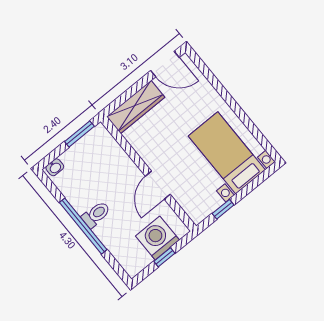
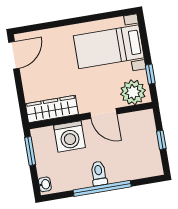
wardrobe: (136, 107) -> (52, 109), moved, turned -90
plant: (195, 202) -> (133, 92), added
washing machine: (157, 238) -> (70, 136), moved, turned -90

